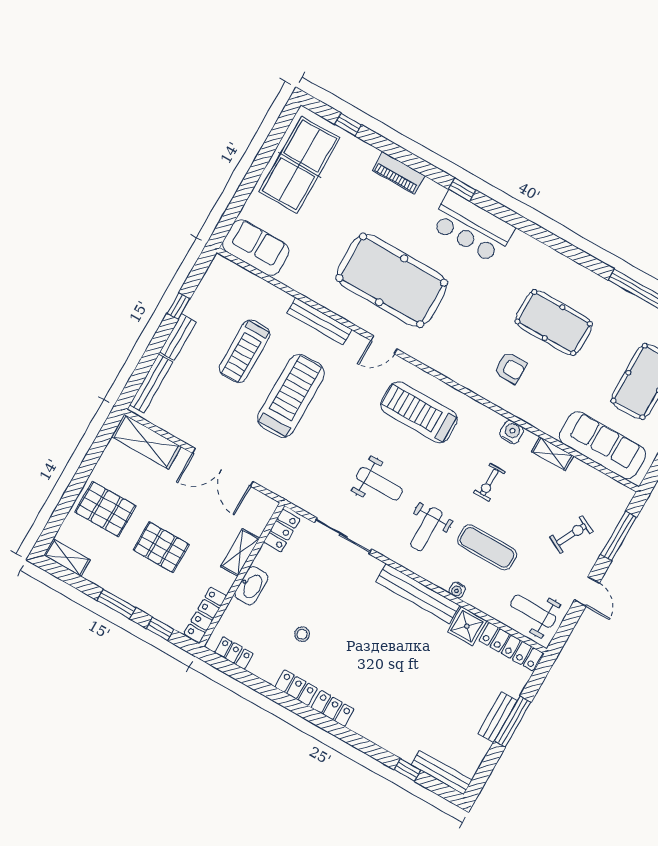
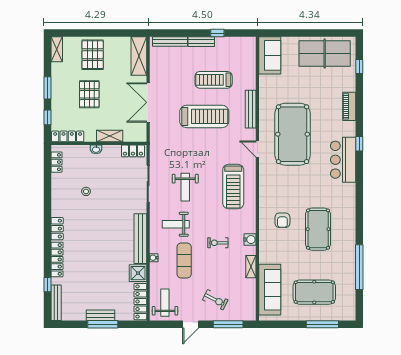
treadmill: (419, 412) -> (233, 187), turned 180
washbasin: (251, 586) -> (96, 149), width x0.52, depth x0.69
locker: (296, 688) -> (57, 259), moved, width x1.53

